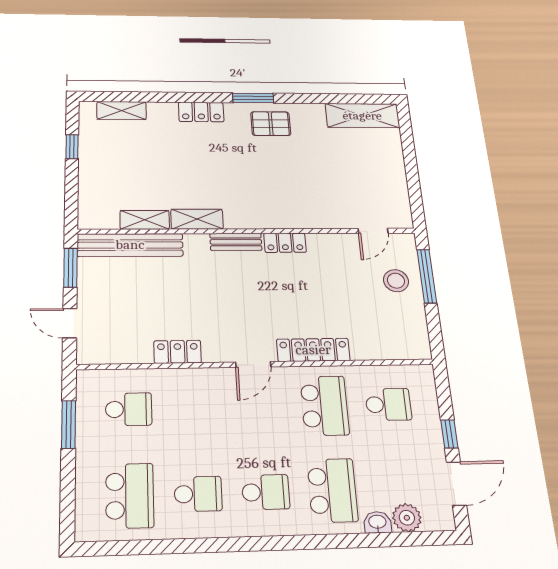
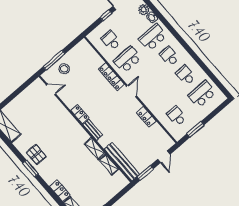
locker: (201, 112) -> (60, 191), moved
door: (253, 365) -> (131, 91), hinge flipped

